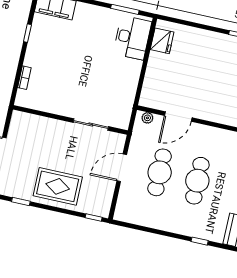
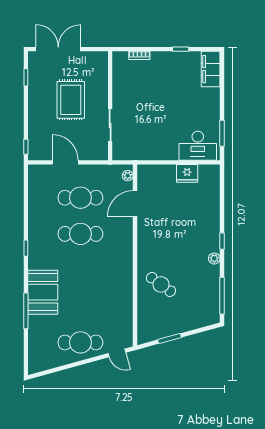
fridge: (162, 41) -> (187, 173), moved
door: (178, 117) -> (135, 203), hinge flipped
door: (122, 168) -> (65, 162), moved
rug: (58, 186) -> (71, 100), moved

